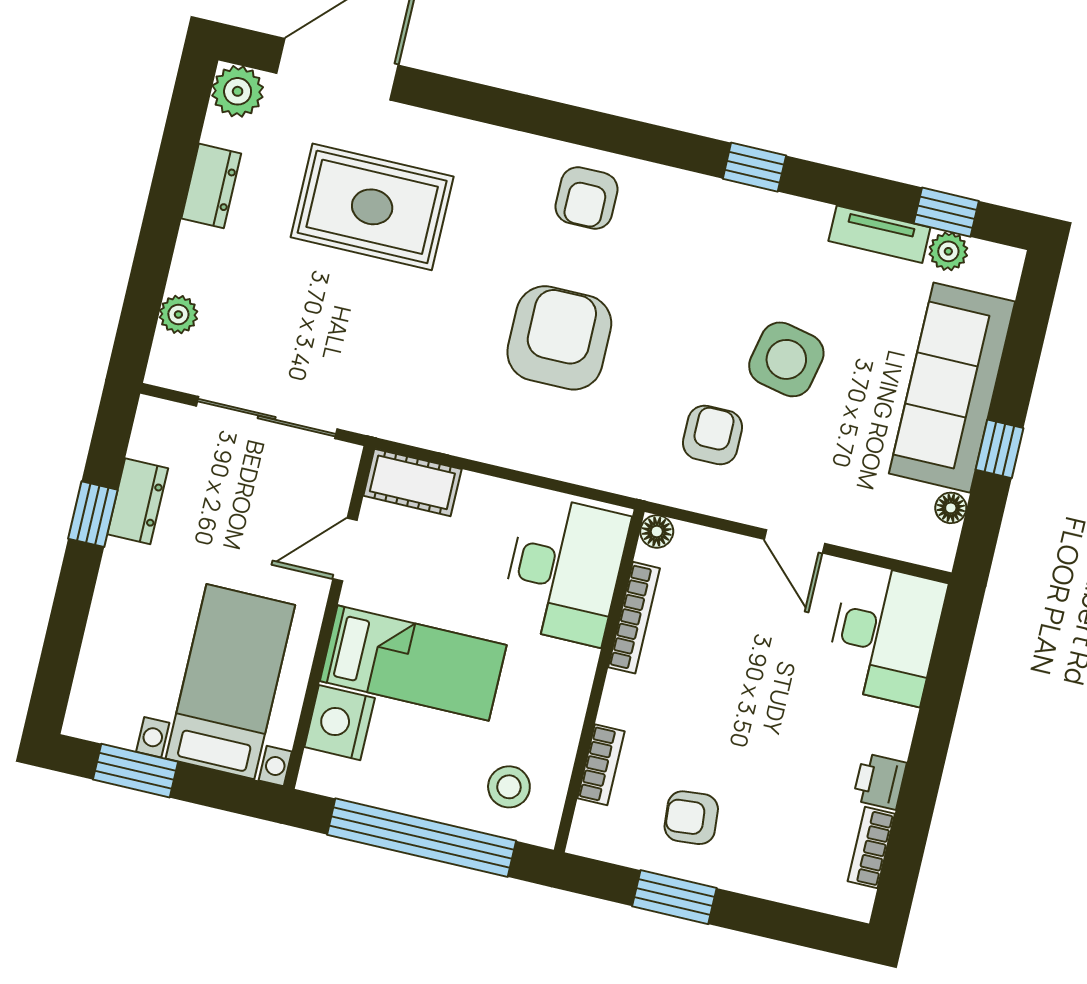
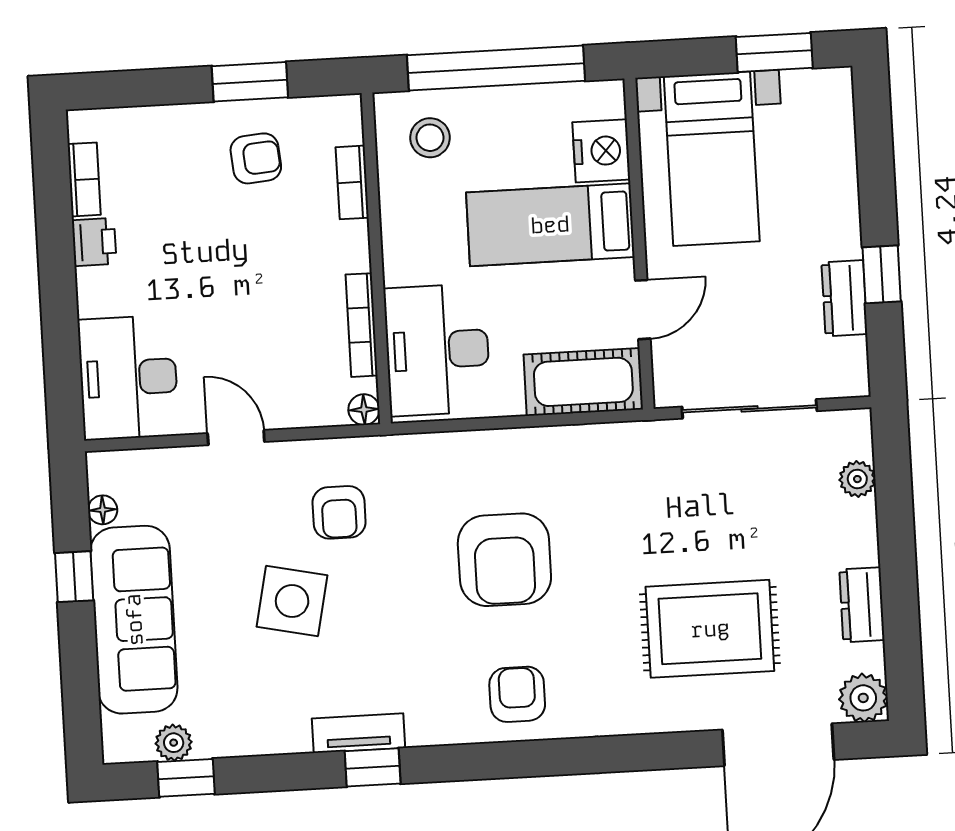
tv unit: (879, 234) -> (359, 733), moved
cot: (412, 482) -> (583, 382), width x1.37, depth x1.34

